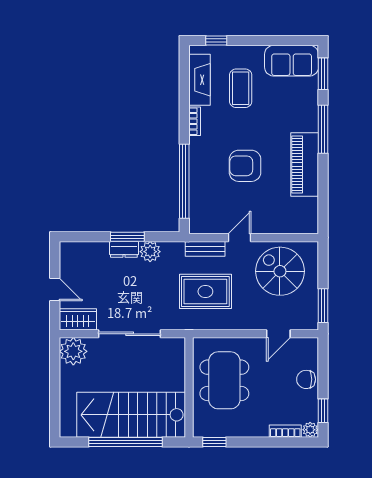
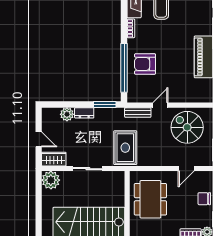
armchair: (245, 166) -> (145, 64), moved
window: (127, 237) -> (105, 104), moved
plant: (150, 252) -> (67, 114), moved
rug: (205, 291) -> (125, 148), moved, turned 90
sliding door: (130, 334) -> (88, 169), width x0.73

